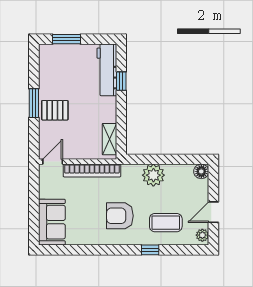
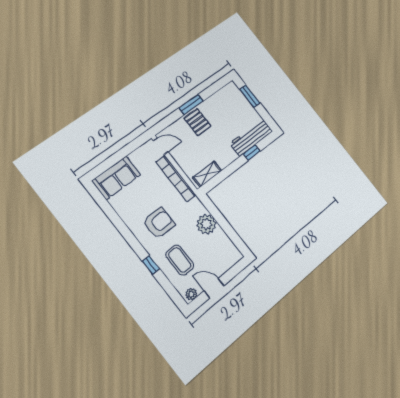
floor lamp: (201, 171) -> (235, 256), removed
armchair: (120, 216) -> (159, 223), turned 90

